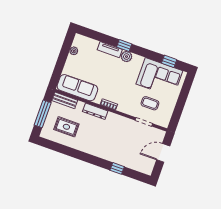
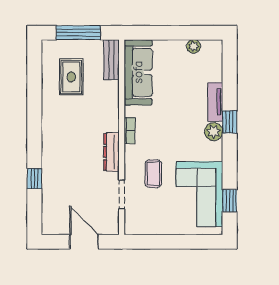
coffee table: (150, 103) -> (153, 174), moved
dresser: (95, 111) -> (111, 152), moved

